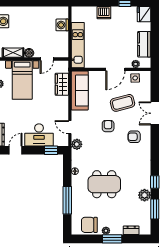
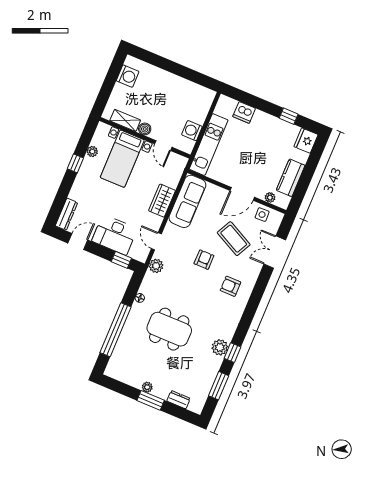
dishwasher: (104, 13) -> (244, 112), moved
washing machine: (62, 25) -> (192, 131), moved
door: (47, 59) -> (163, 146), hinge flipped
wardrobe: (62, 84) -> (162, 201), moved
coffee table: (123, 103) -> (234, 239), turned 42
double door: (155, 113) -> (275, 252), moved
plant: (145, 195) -> (220, 347), moved
window: (67, 200) -> (115, 330), width x1.46
chair: (89, 225) -> (130, 371), removed

